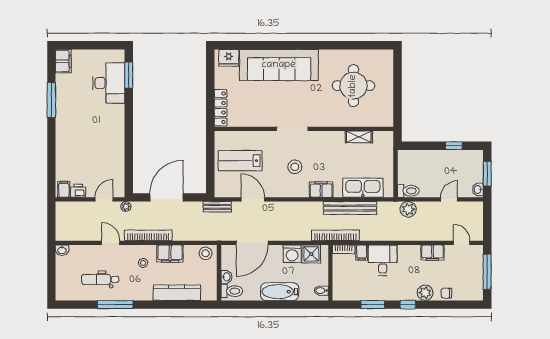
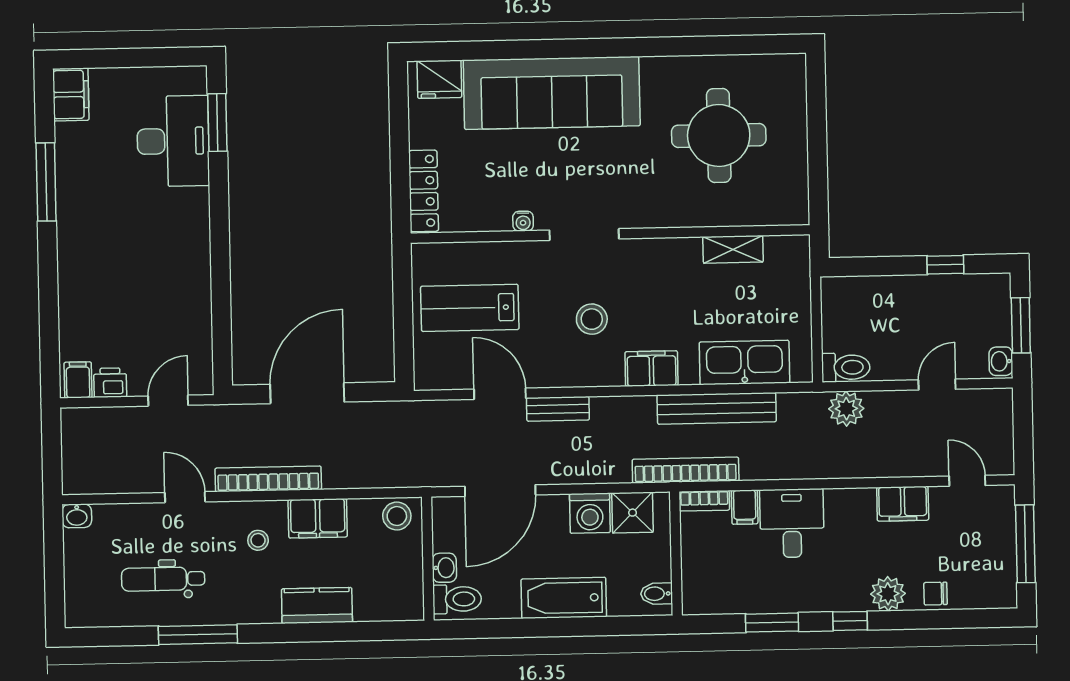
water cooler: (265, 122) -> (523, 221), added
plant: (126, 206) -> (217, 415), removed
bench: (217, 207) -> (558, 409), moved
kitchen counter: (177, 293) -> (317, 605), width x0.67

